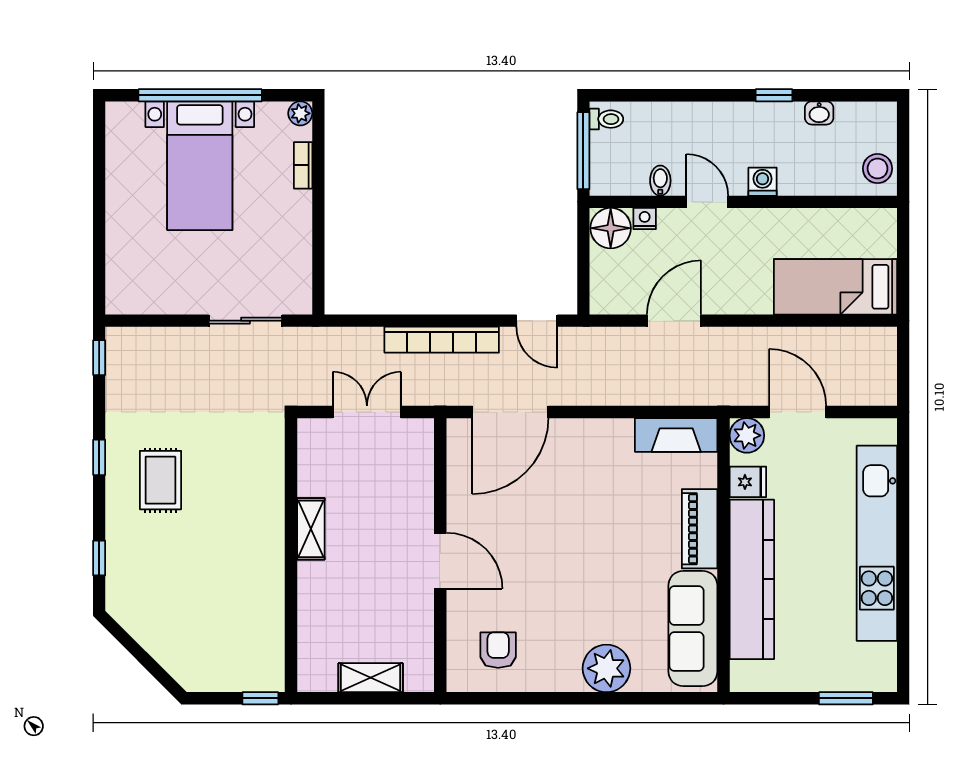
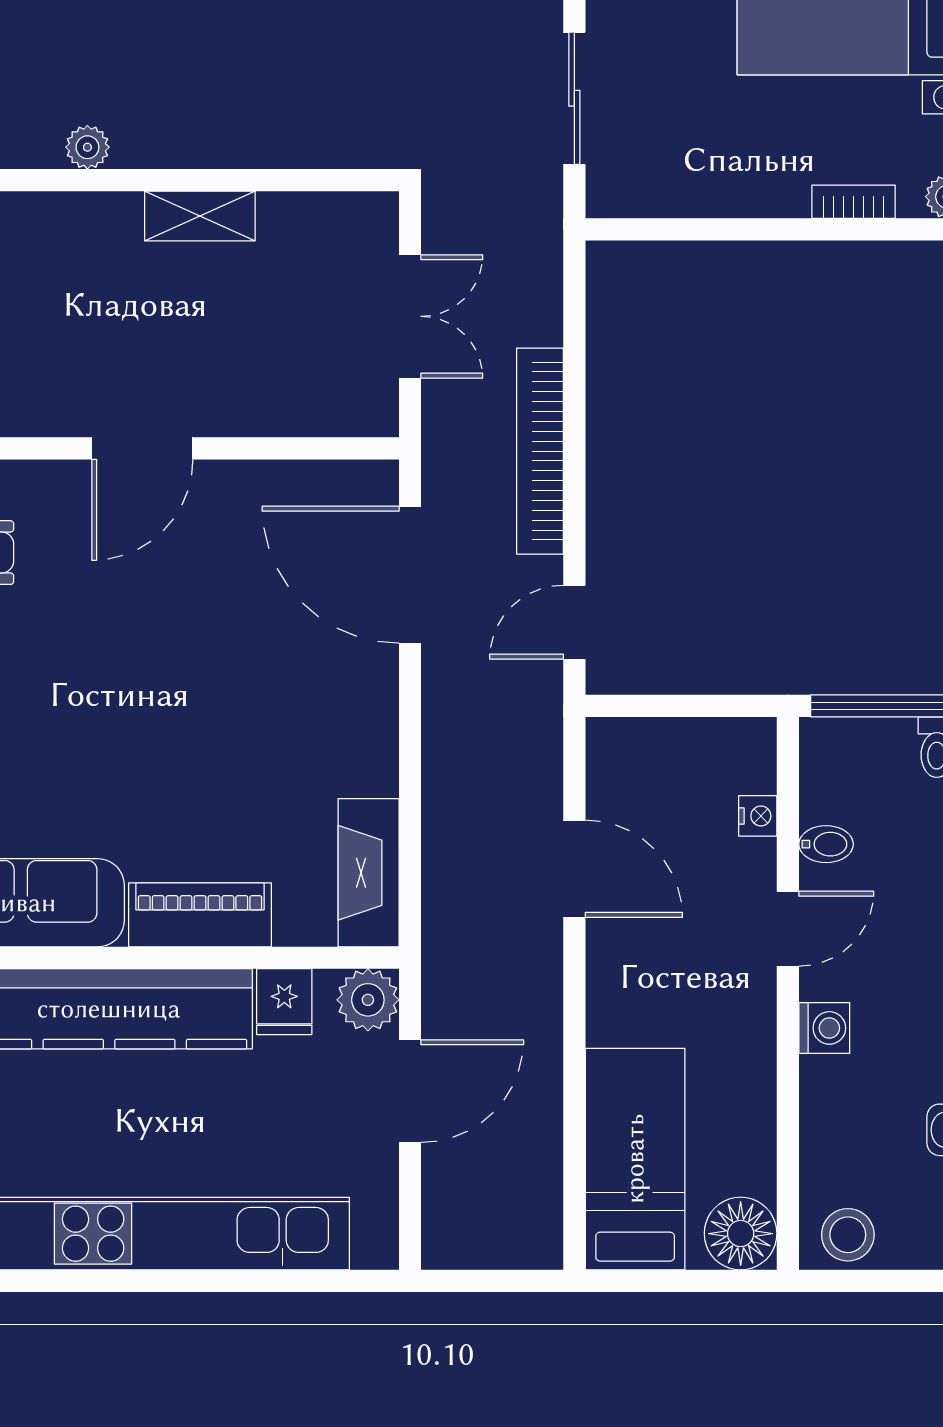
floor lamp: (611, 228) -> (741, 1234), moved
plant: (273, 591) -> (87, 147), added

